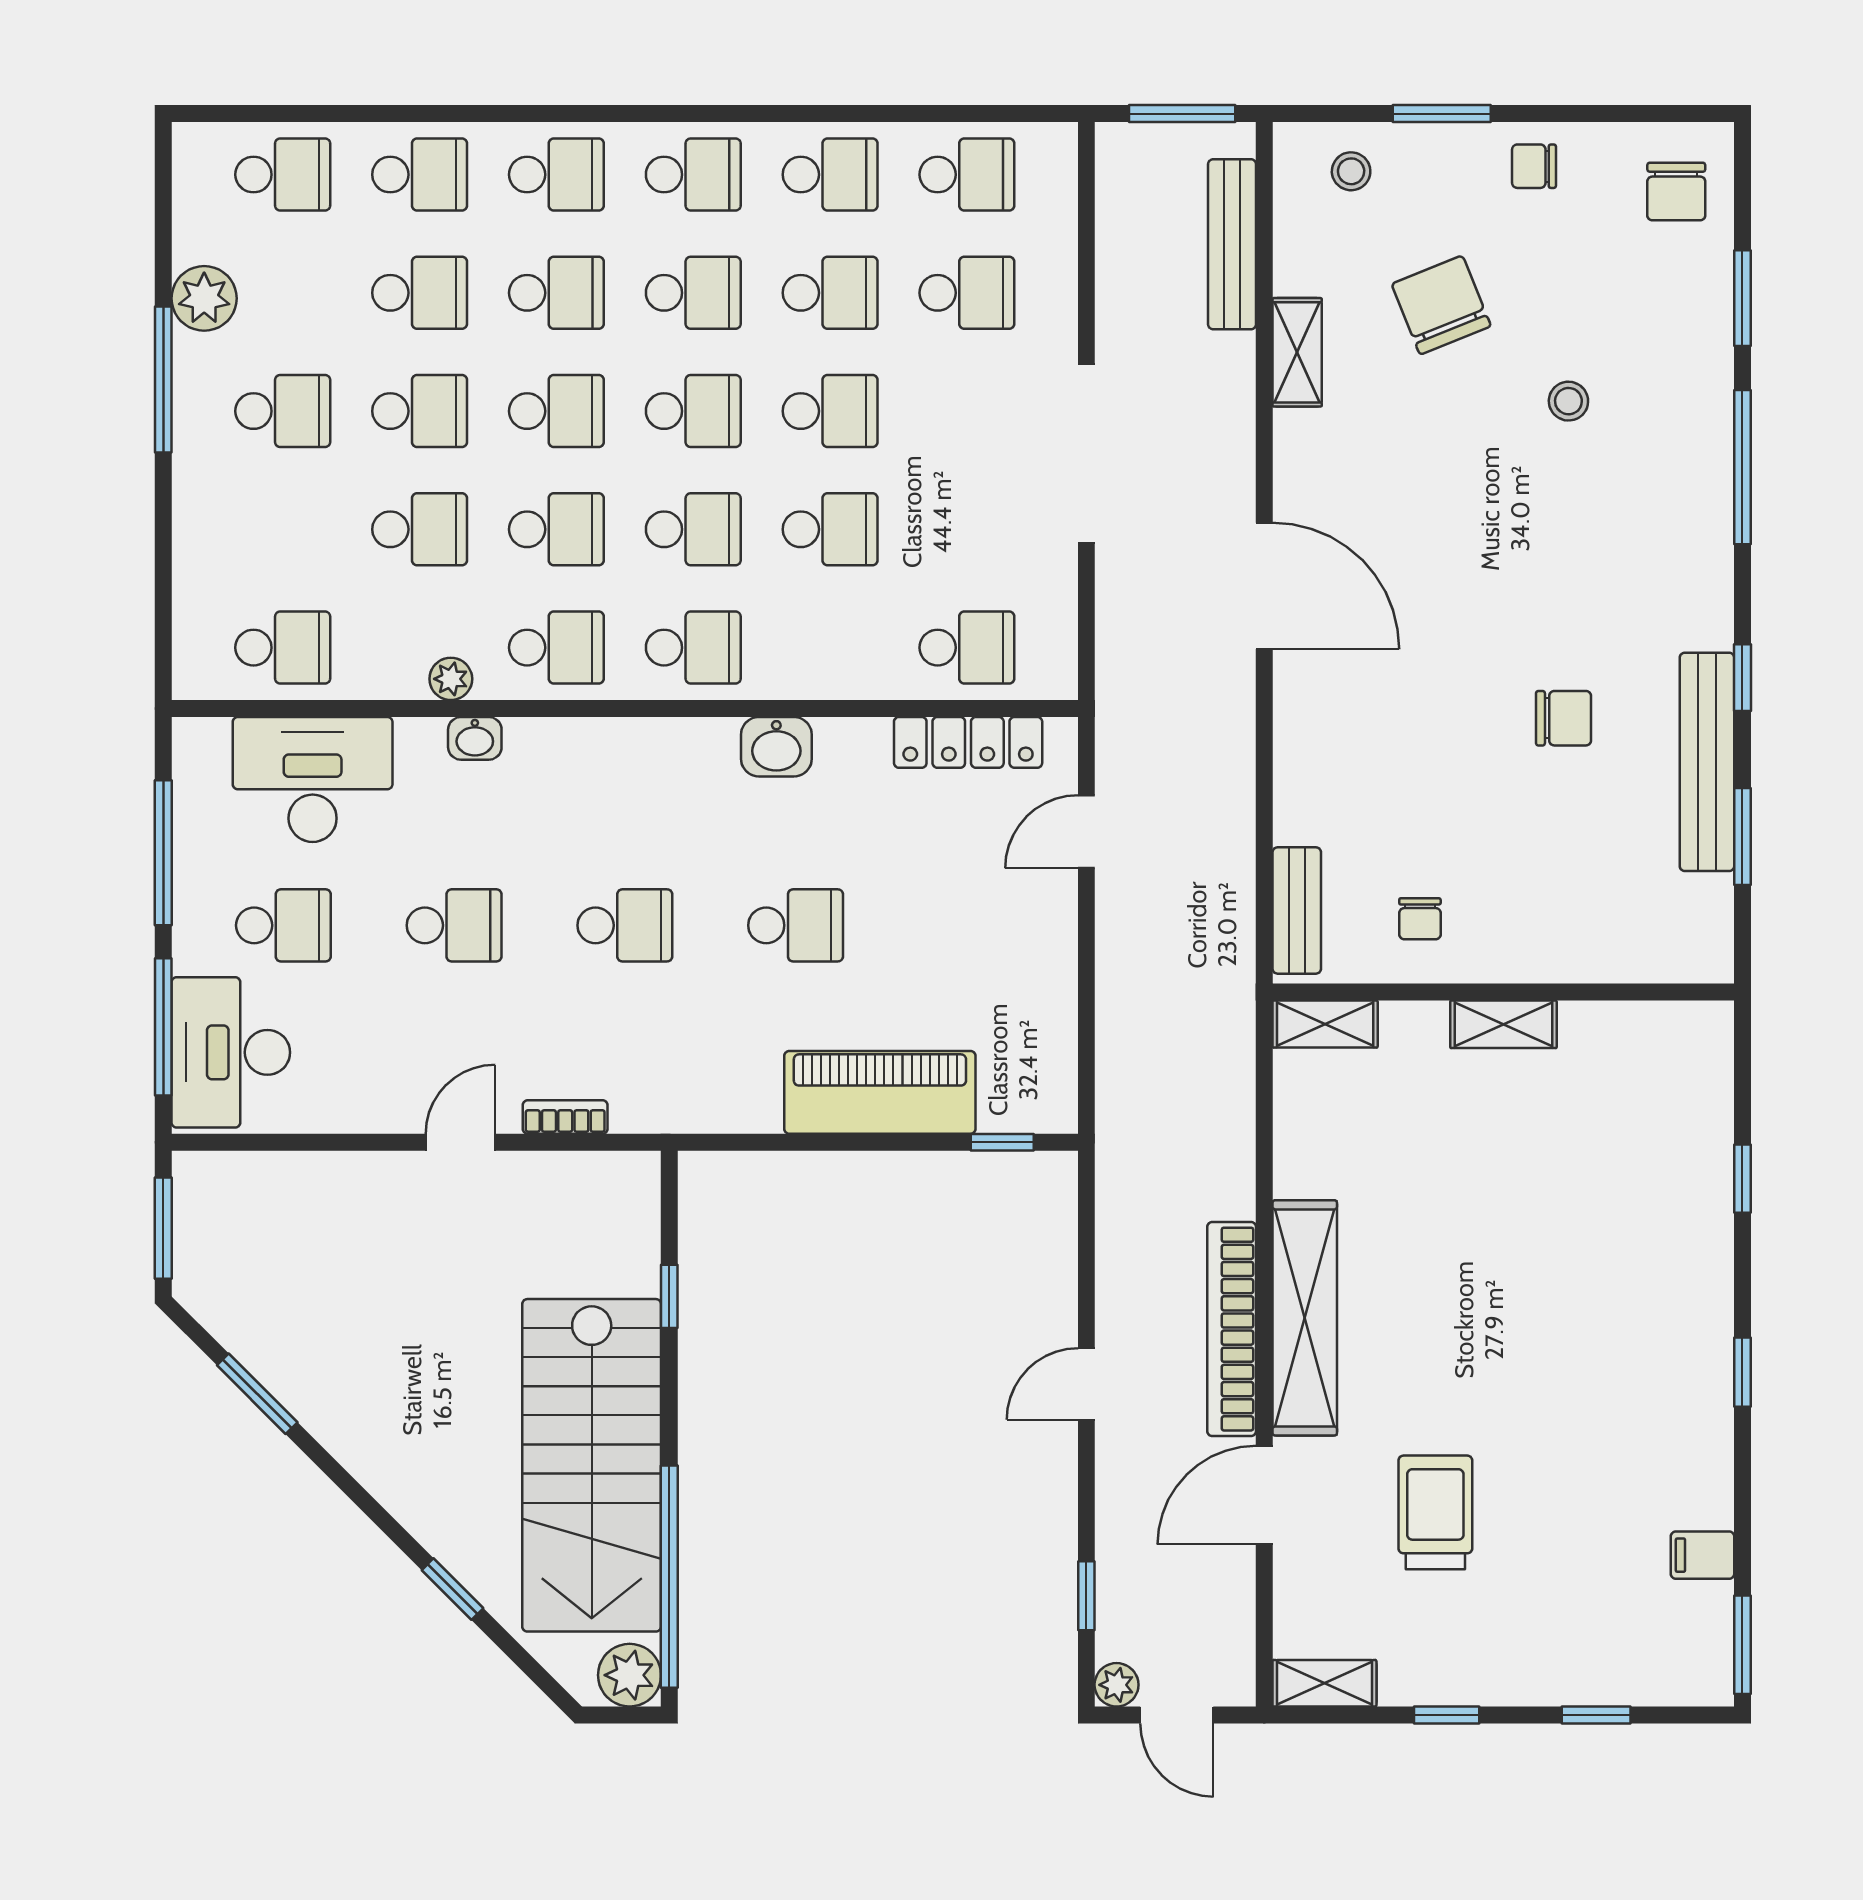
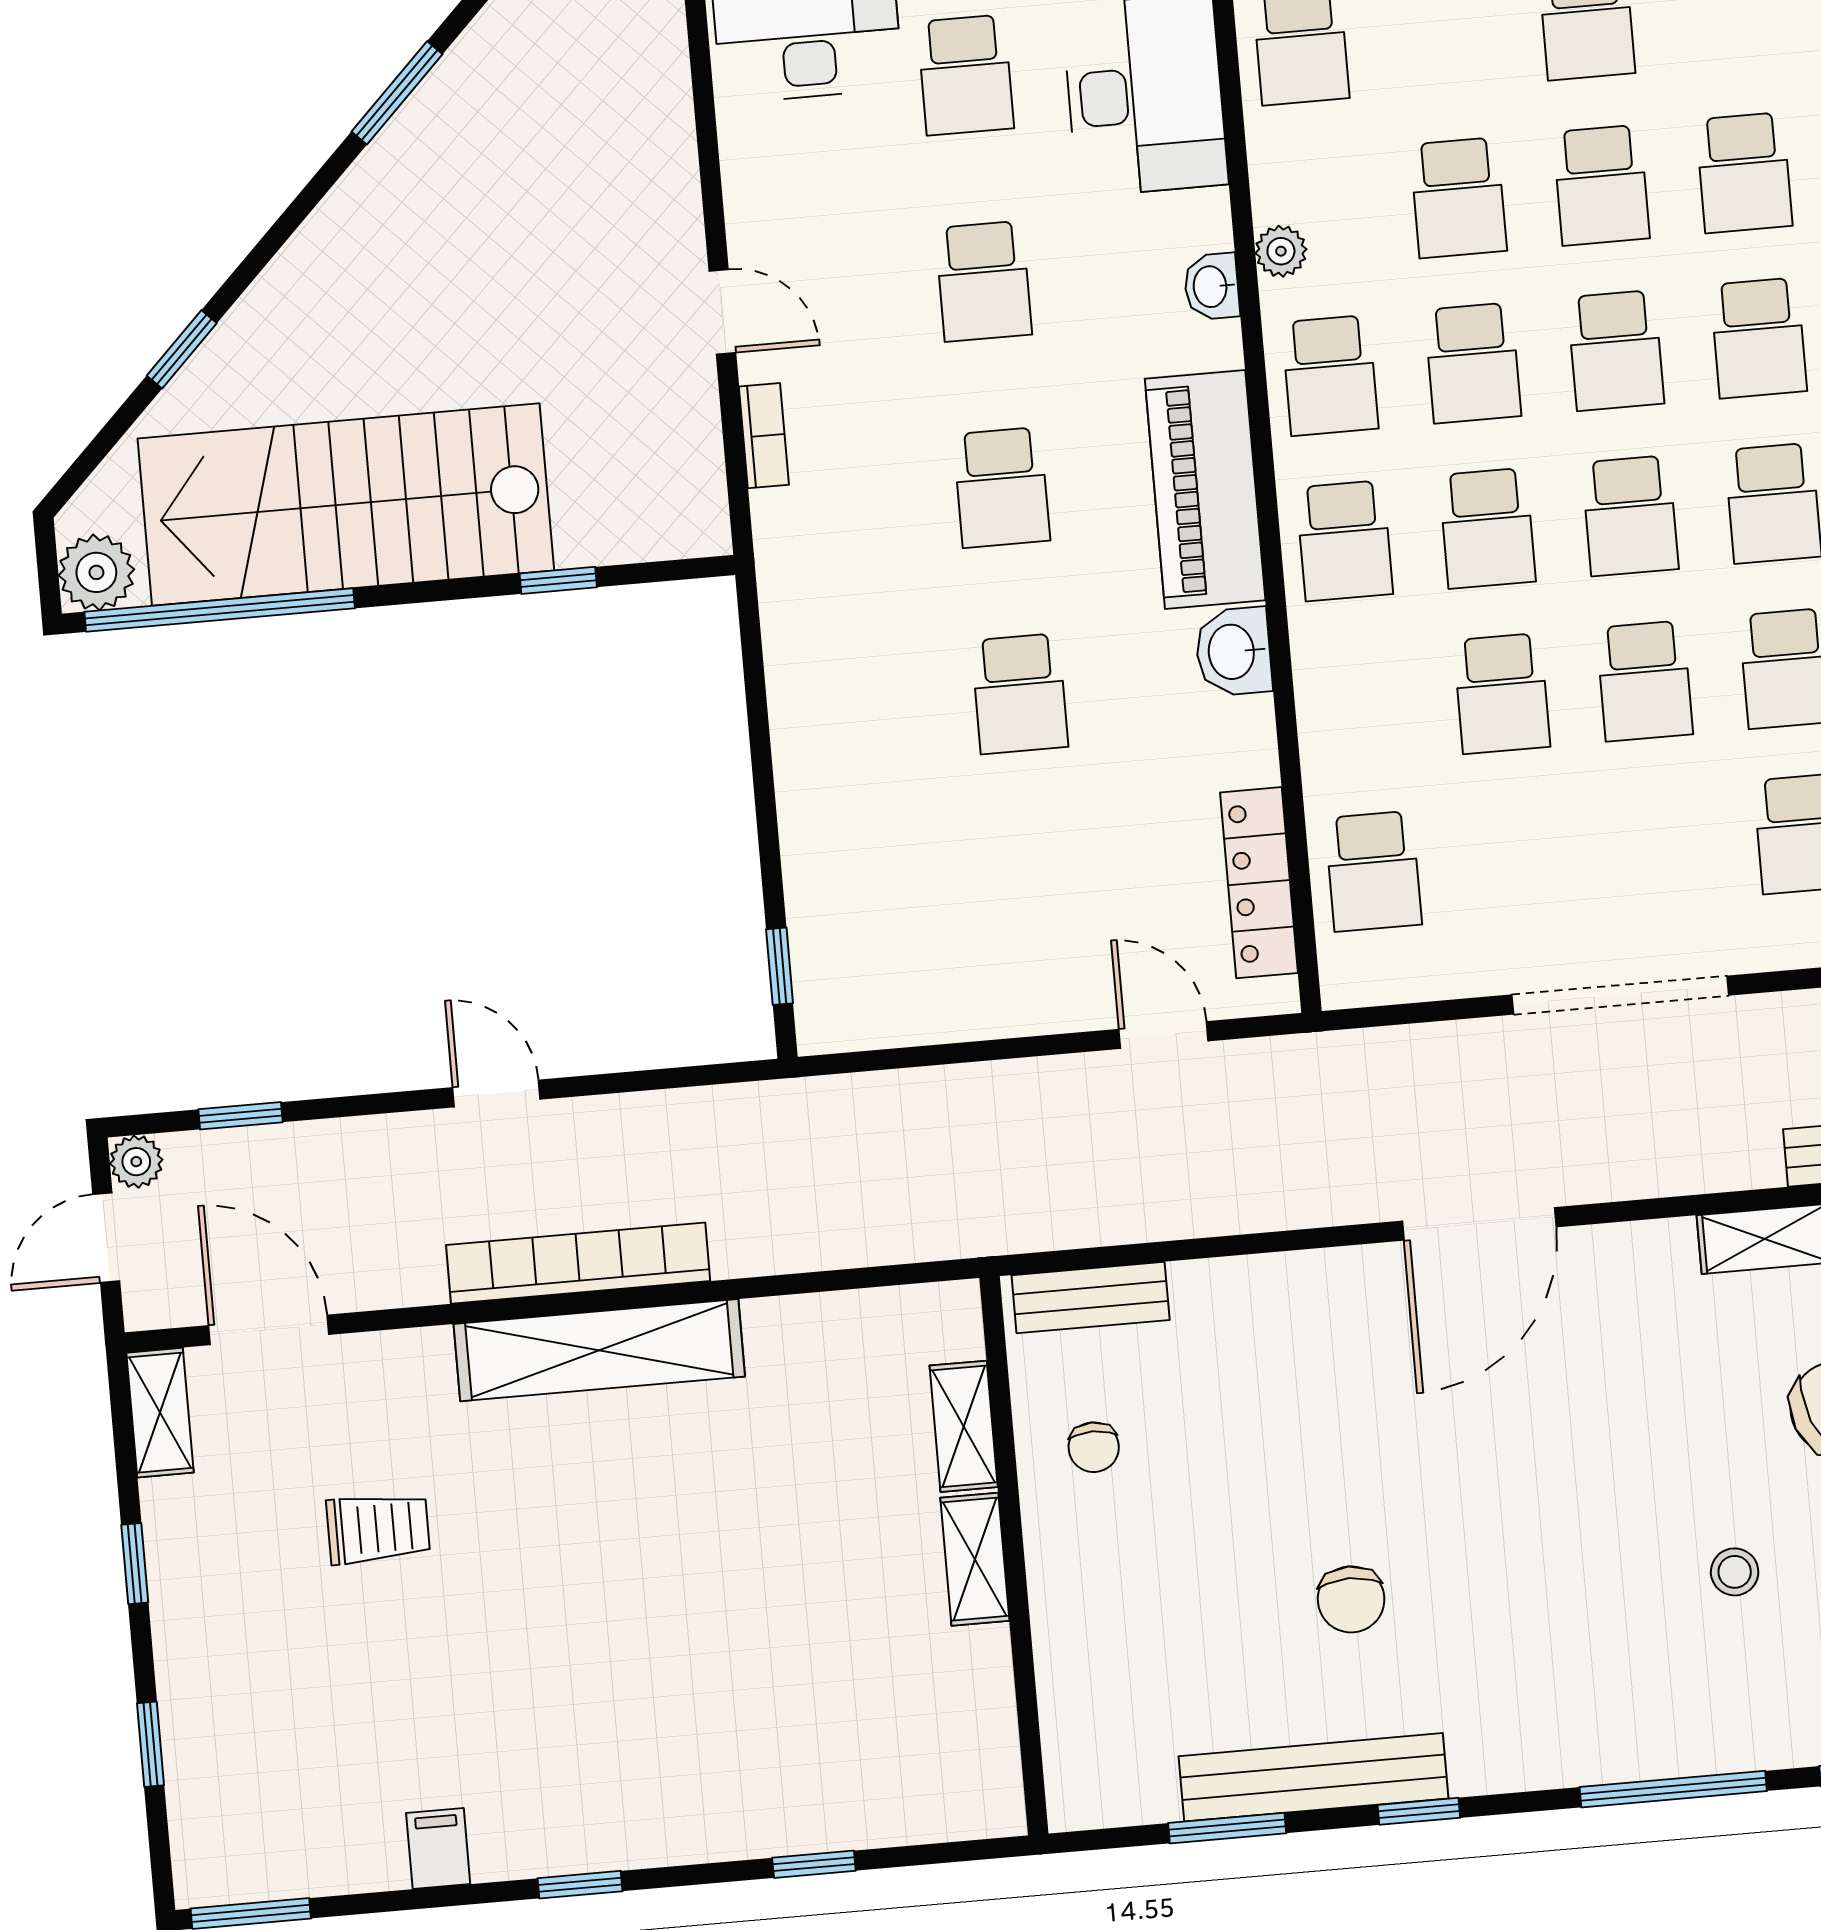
chair: (1420, 919) -> (1094, 1447), turned -90
shelving: (1325, 1024) -> (964, 1426), moved
piano: (880, 1092) -> (1205, 489), moved, turned 180
door: (1264, 1495) -> (269, 1330), moved
trolley: (1435, 1512) -> (378, 1529), width x0.73, depth x0.72
filing cabinet: (1703, 1555) -> (438, 1848), moved

